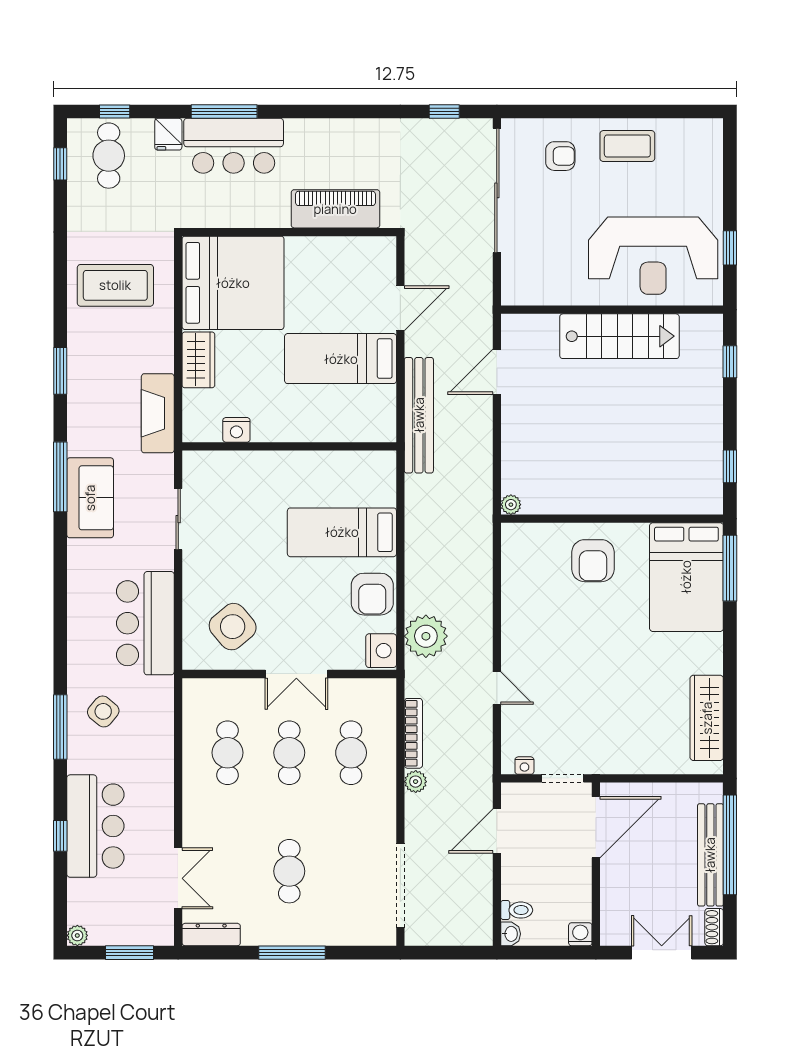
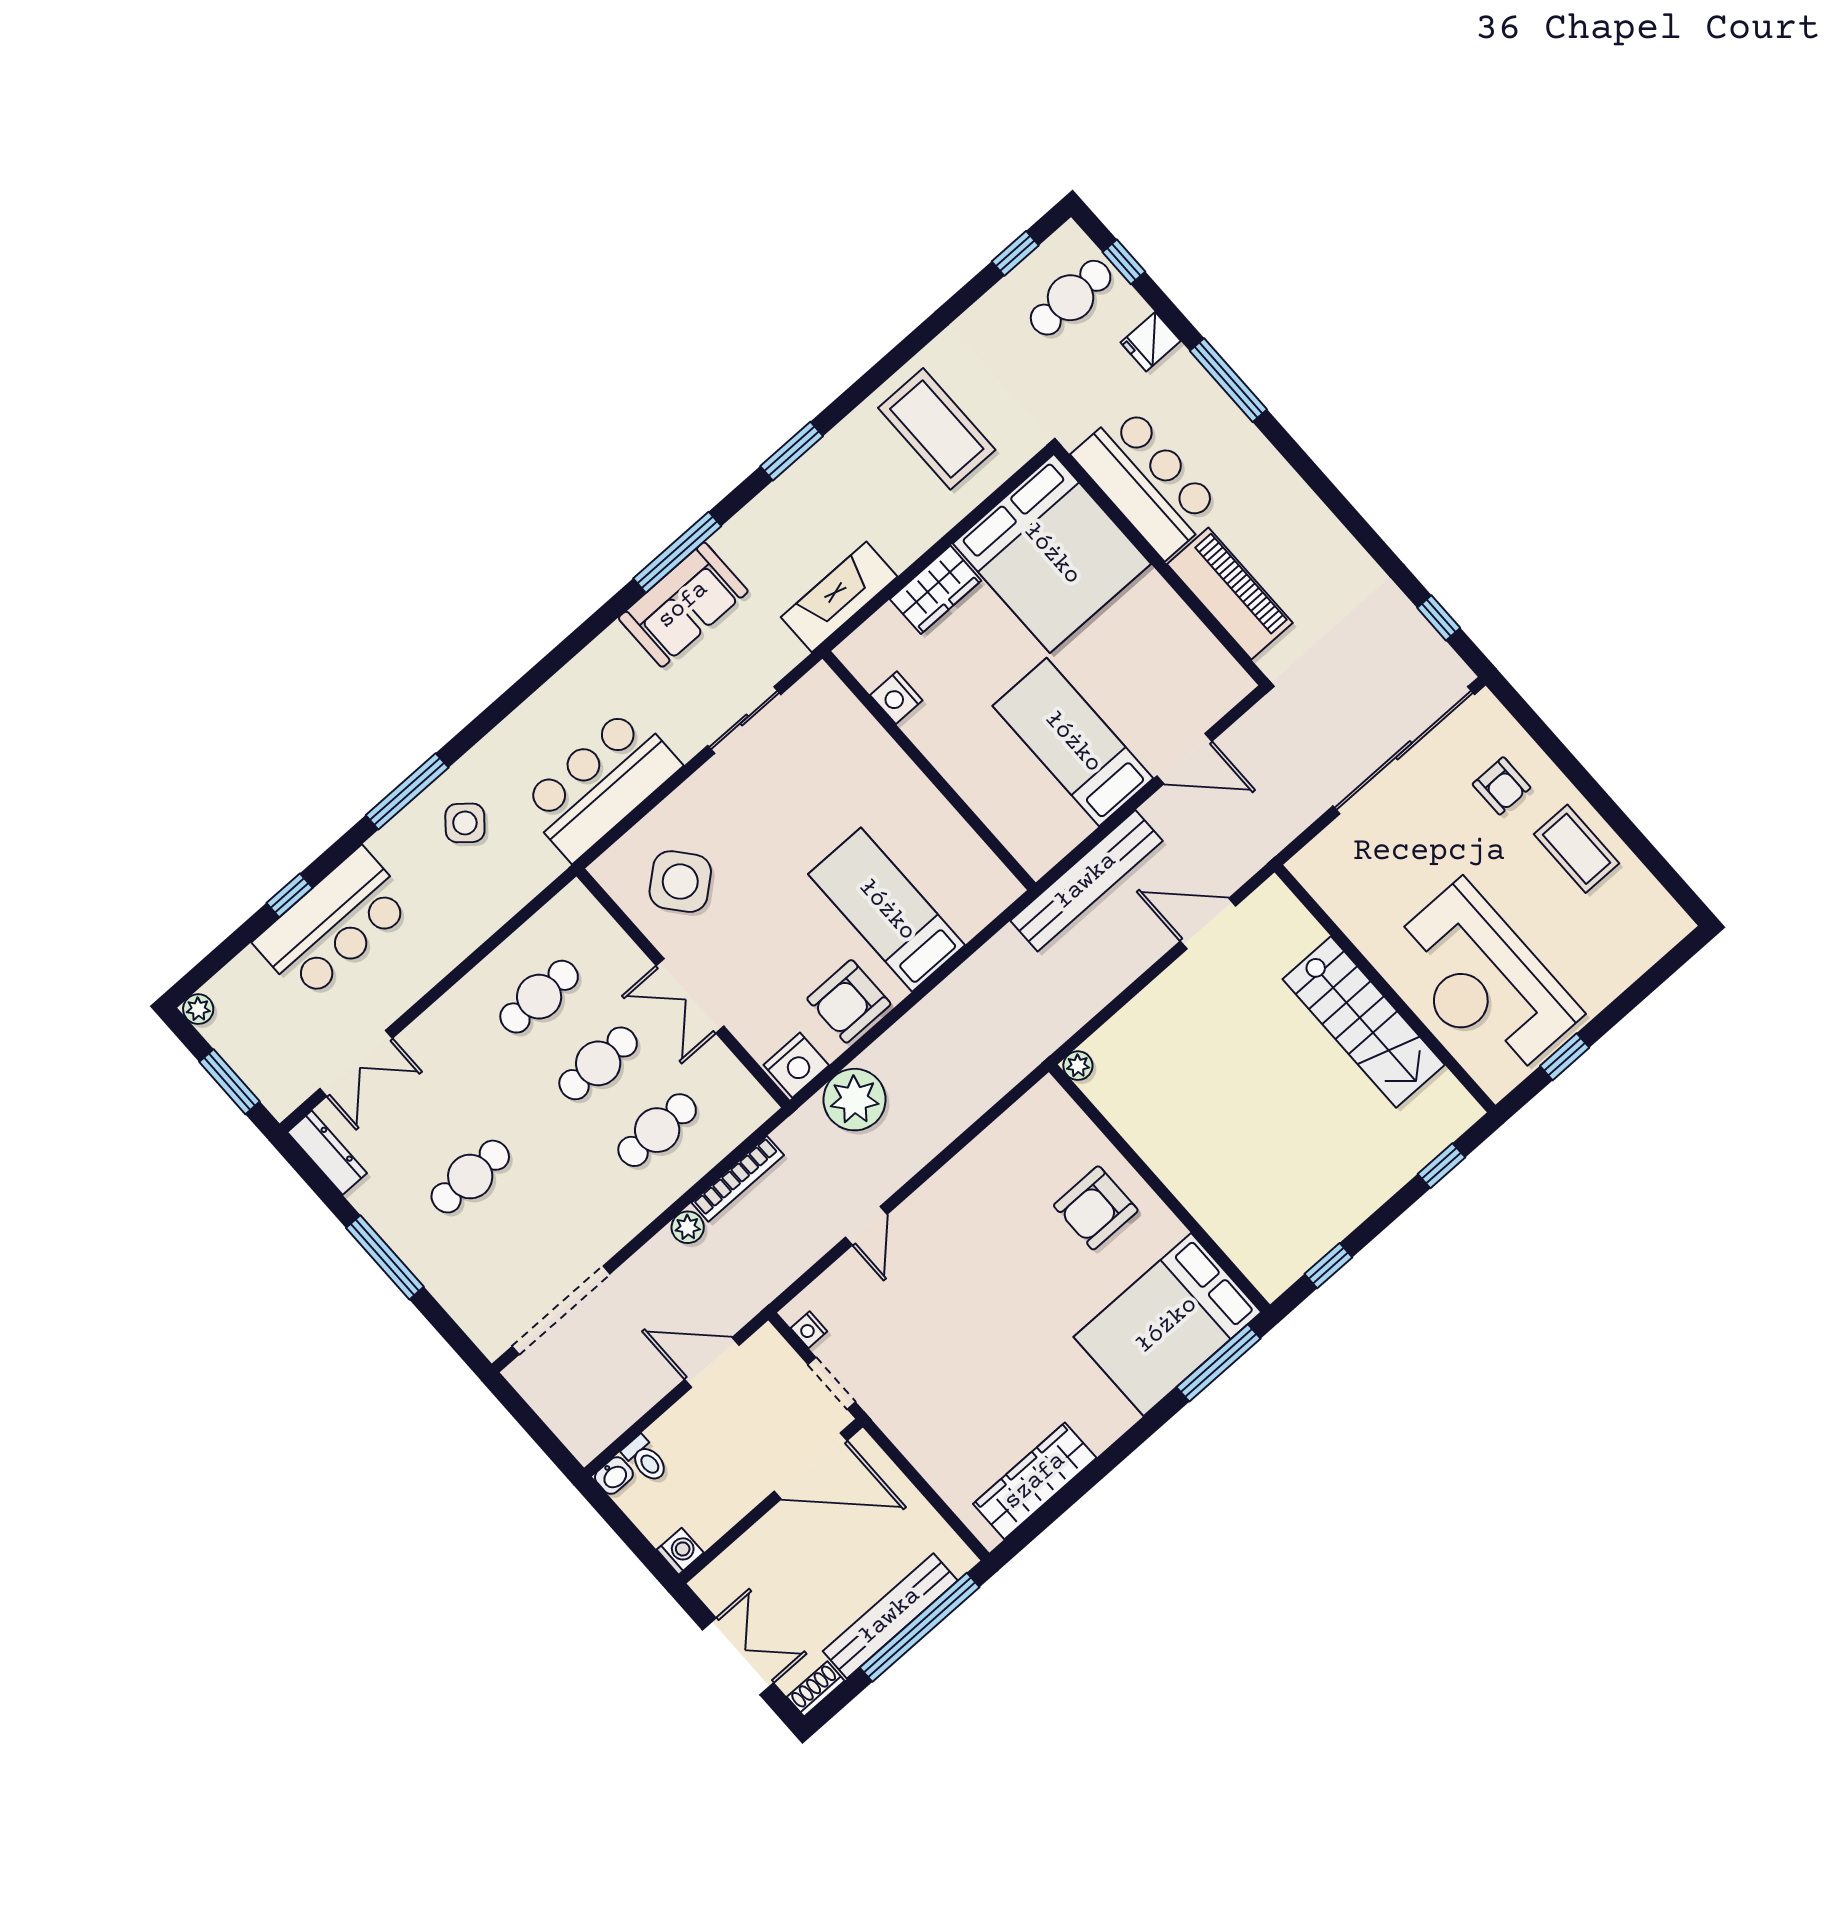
bar counter: (234, 146) -> (1147, 482), moved, turned 180

